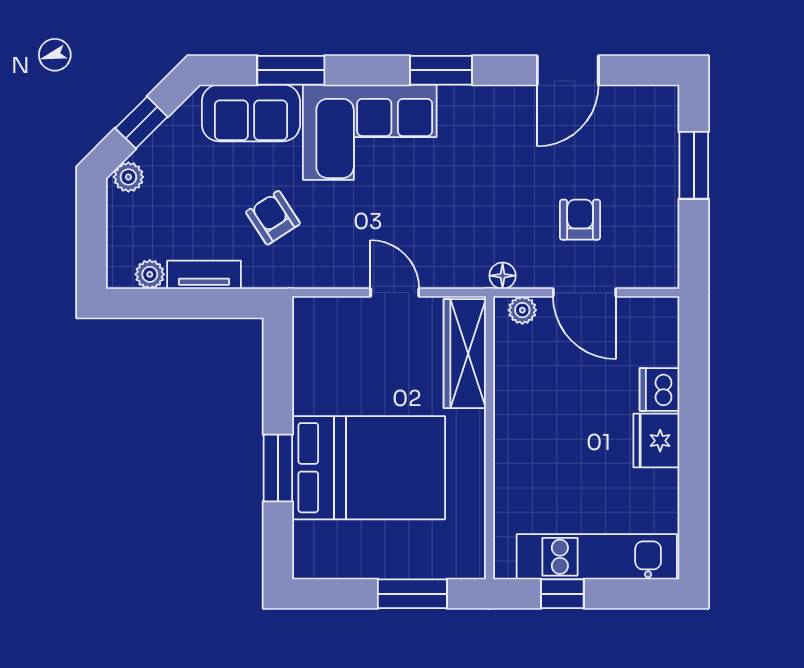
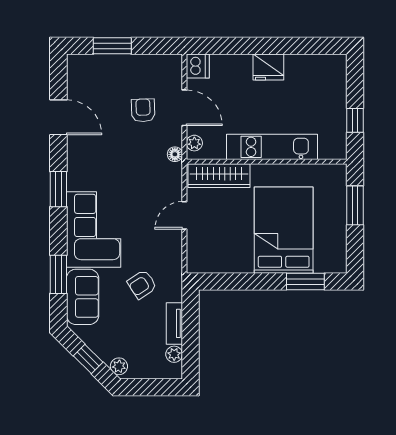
armchair: (580, 220) -> (143, 110), turned 88
door: (584, 292) -> (184, 108), hinge flipped
dishwasher: (659, 389) -> (198, 66), moved, turned -90
window: (278, 468) -> (305, 282), moved
kitchen unit: (597, 557) -> (272, 147), moved, turned 90

